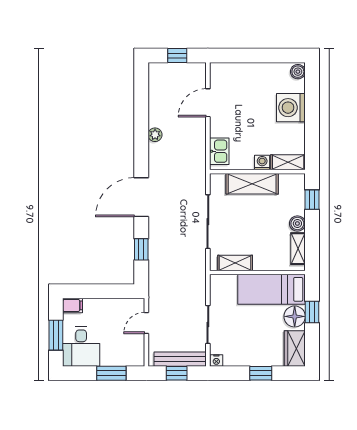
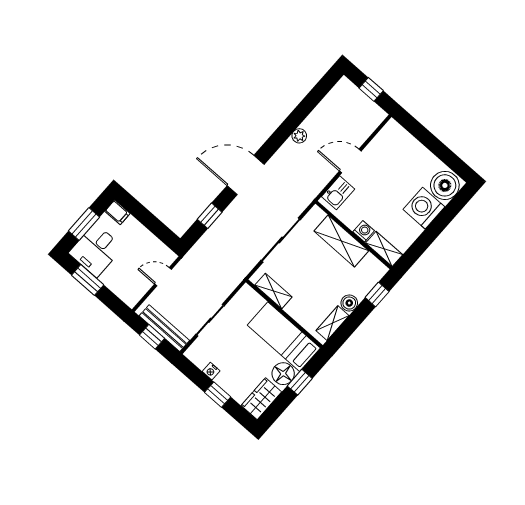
boiler: (298, 72) -> (445, 185), width x1.86, depth x1.86
door: (208, 103) -> (350, 161), moved
nightstand: (216, 360) -> (211, 371), moved
window: (111, 373) -> (88, 280), moved

